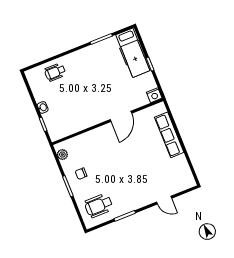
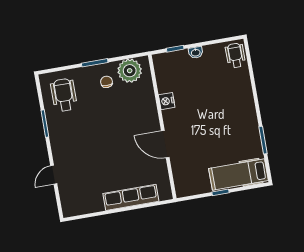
wheelchair: (55, 72) -> (235, 55), moved
nightstand: (154, 95) -> (167, 101), moved
plant: (62, 155) -> (130, 71), width x1.88, depth x1.88

